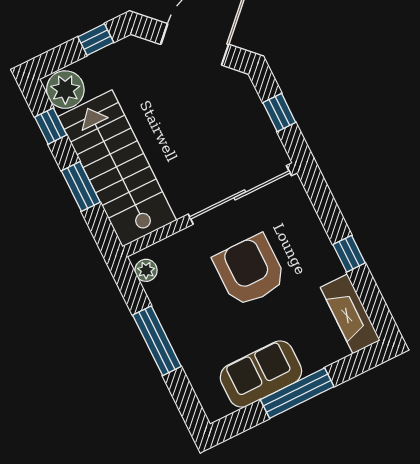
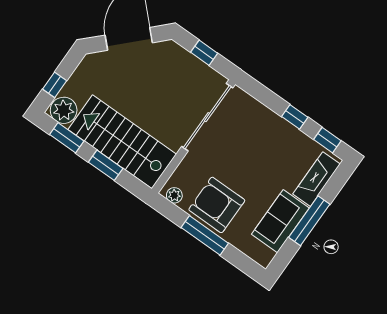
window: (96, 40) -> (55, 85), moved
window: (51, 126) -> (67, 138), width x1.50
armchair: (250, 270) -> (217, 205), moved
window: (374, 305) -> (327, 140), added
fireplace: (350, 314) -> (317, 179), moved, turned 90

